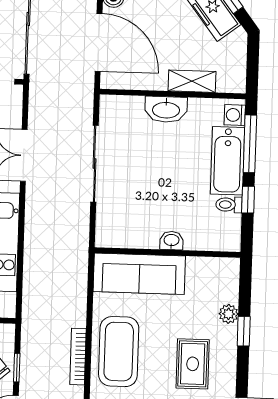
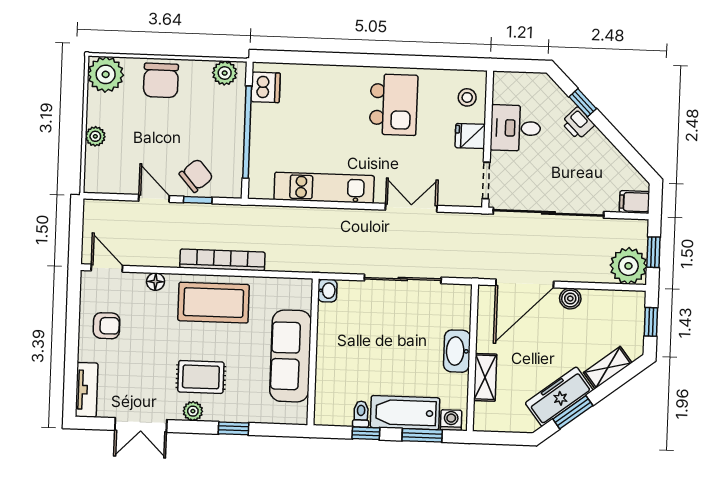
window: (250, 144) -> (422, 435), width x0.69
washbasin: (171, 241) -> (327, 291), moved
sofa: (139, 274) -> (291, 356), moved
plant: (229, 314) -> (193, 411), moved
bookcase: (78, 357) -> (222, 260), width x1.48, depth x1.31

